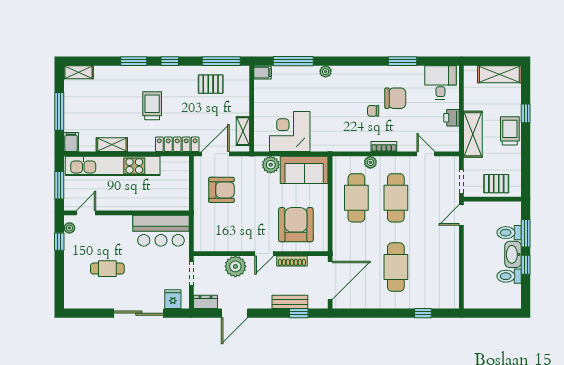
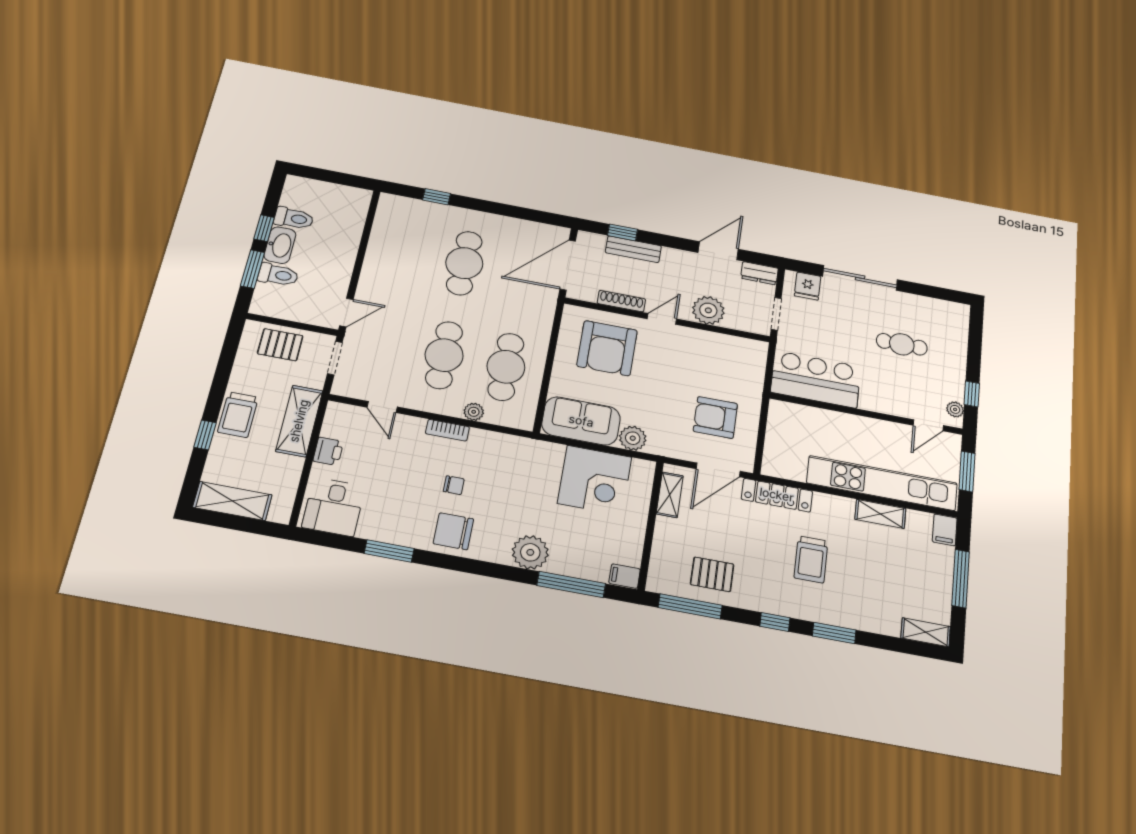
plant: (326, 72) -> (530, 552), width x1.88, depth x1.88
chair: (395, 98) -> (453, 531), moved

